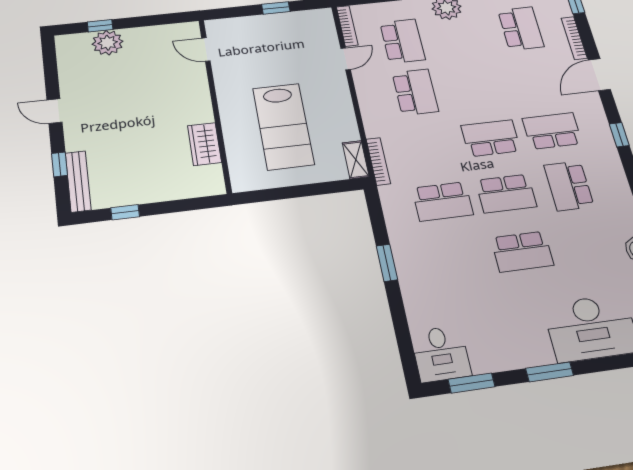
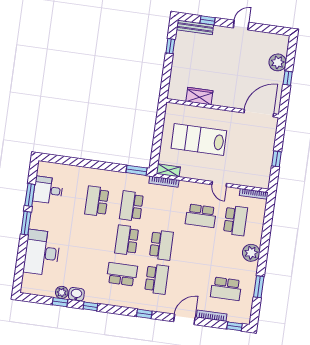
window: (100, 26) -> (288, 78), moved
school desk: (402, 41) -> (235, 221), turned -90
door: (206, 50) -> (259, 113), width x1.87
door: (346, 59) -> (219, 184), moved
door: (599, 75) -> (184, 319), hinge flipped
school desk: (522, 252) -> (97, 201), moved
window: (387, 263) -> (136, 170), moved
desk: (441, 354) -> (48, 190), moved
window: (472, 383) -> (30, 195), moved

